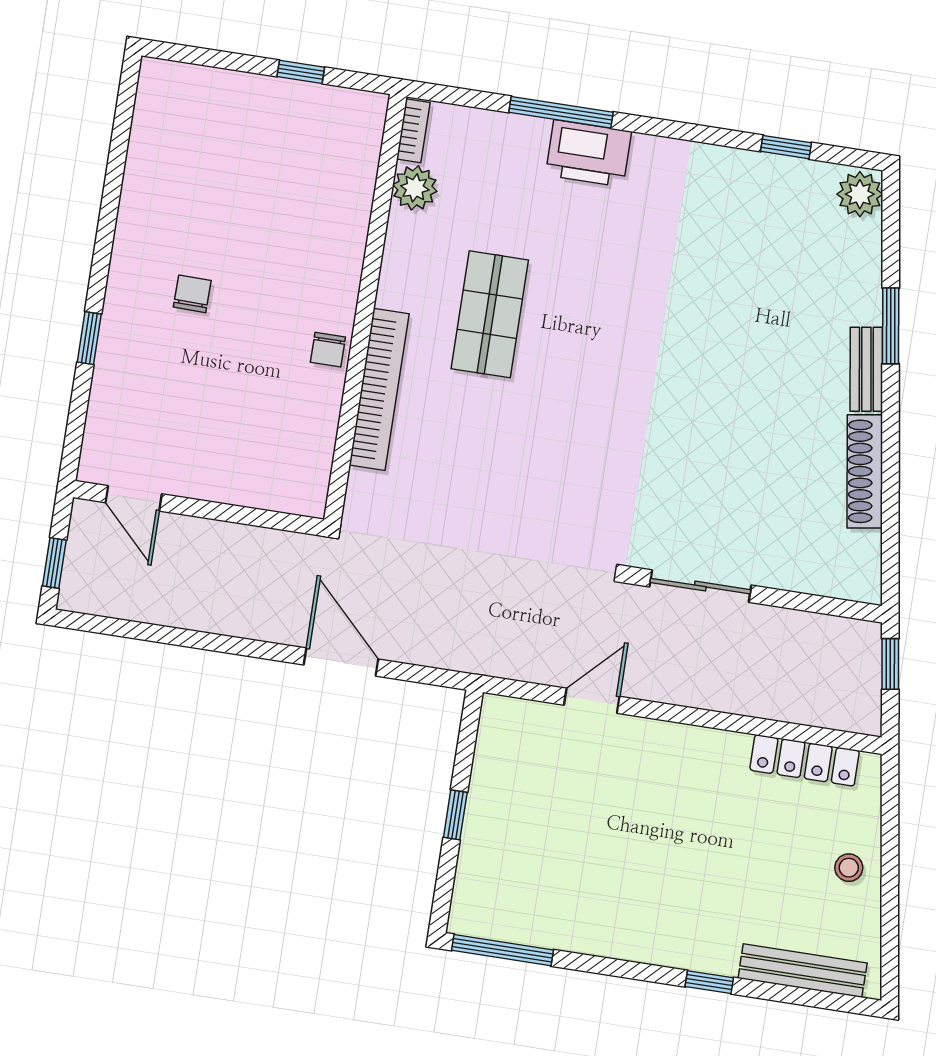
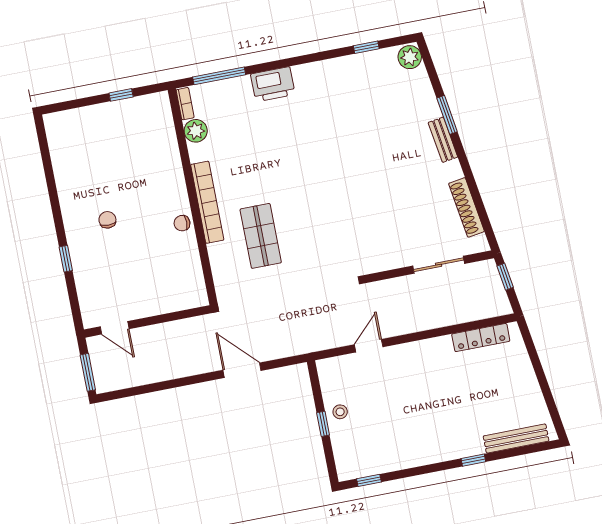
window: (561, 112) -> (219, 76), moved
shop shelf: (490, 314) -> (261, 236), moved
chair: (328, 350) -> (182, 223), turned 90
bookcase: (379, 389) -> (207, 202), moved
shoe rack: (865, 471) -> (466, 207), moved
window: (54, 563) -> (88, 372), width x1.50
sliding door: (700, 586) -> (439, 265), moved
stool: (849, 868) -> (340, 412), moved
window: (502, 950) -> (369, 480), width x0.46

